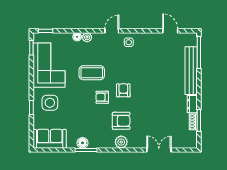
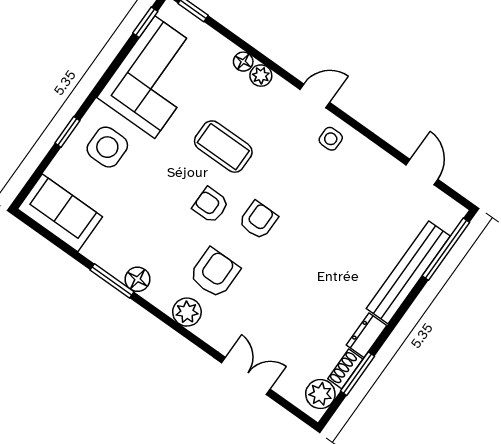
armchair: (121, 121) -> (215, 273), turned -90
plant: (191, 137) -> (320, 394), added
floor lamp: (82, 143) -> (137, 279), moved

